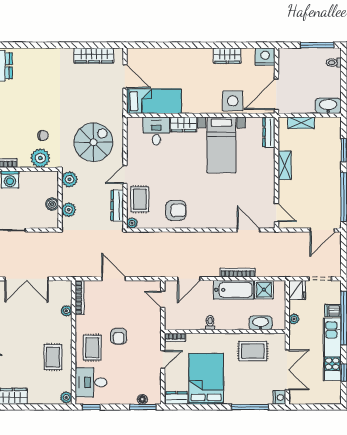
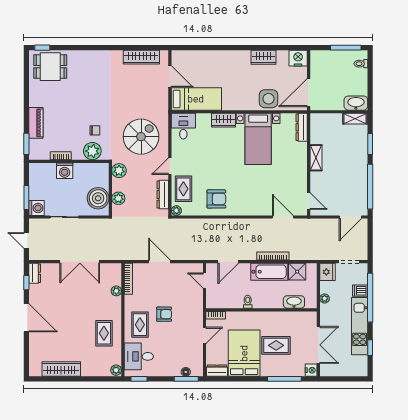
shelving: (301, 123) -> (355, 119), moved
desk: (156, 131) -> (183, 126), moved
boiler: (52, 204) -> (98, 198), width x1.86, depth x1.86
armchair: (119, 336) -> (164, 314), turned -90
rug: (253, 351) -> (276, 345), moved

